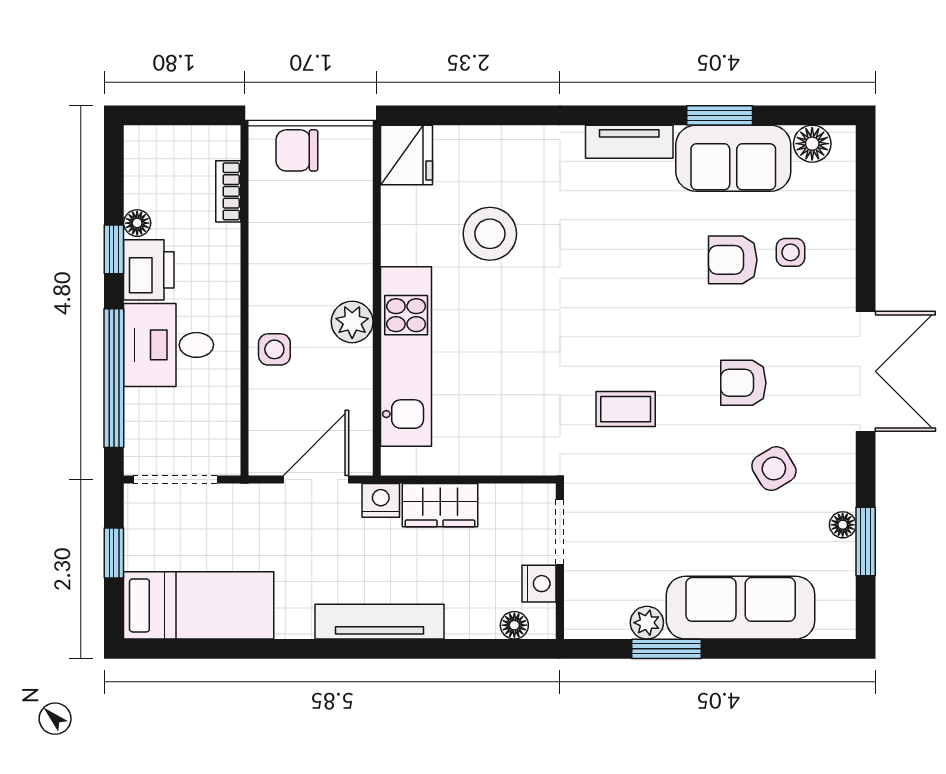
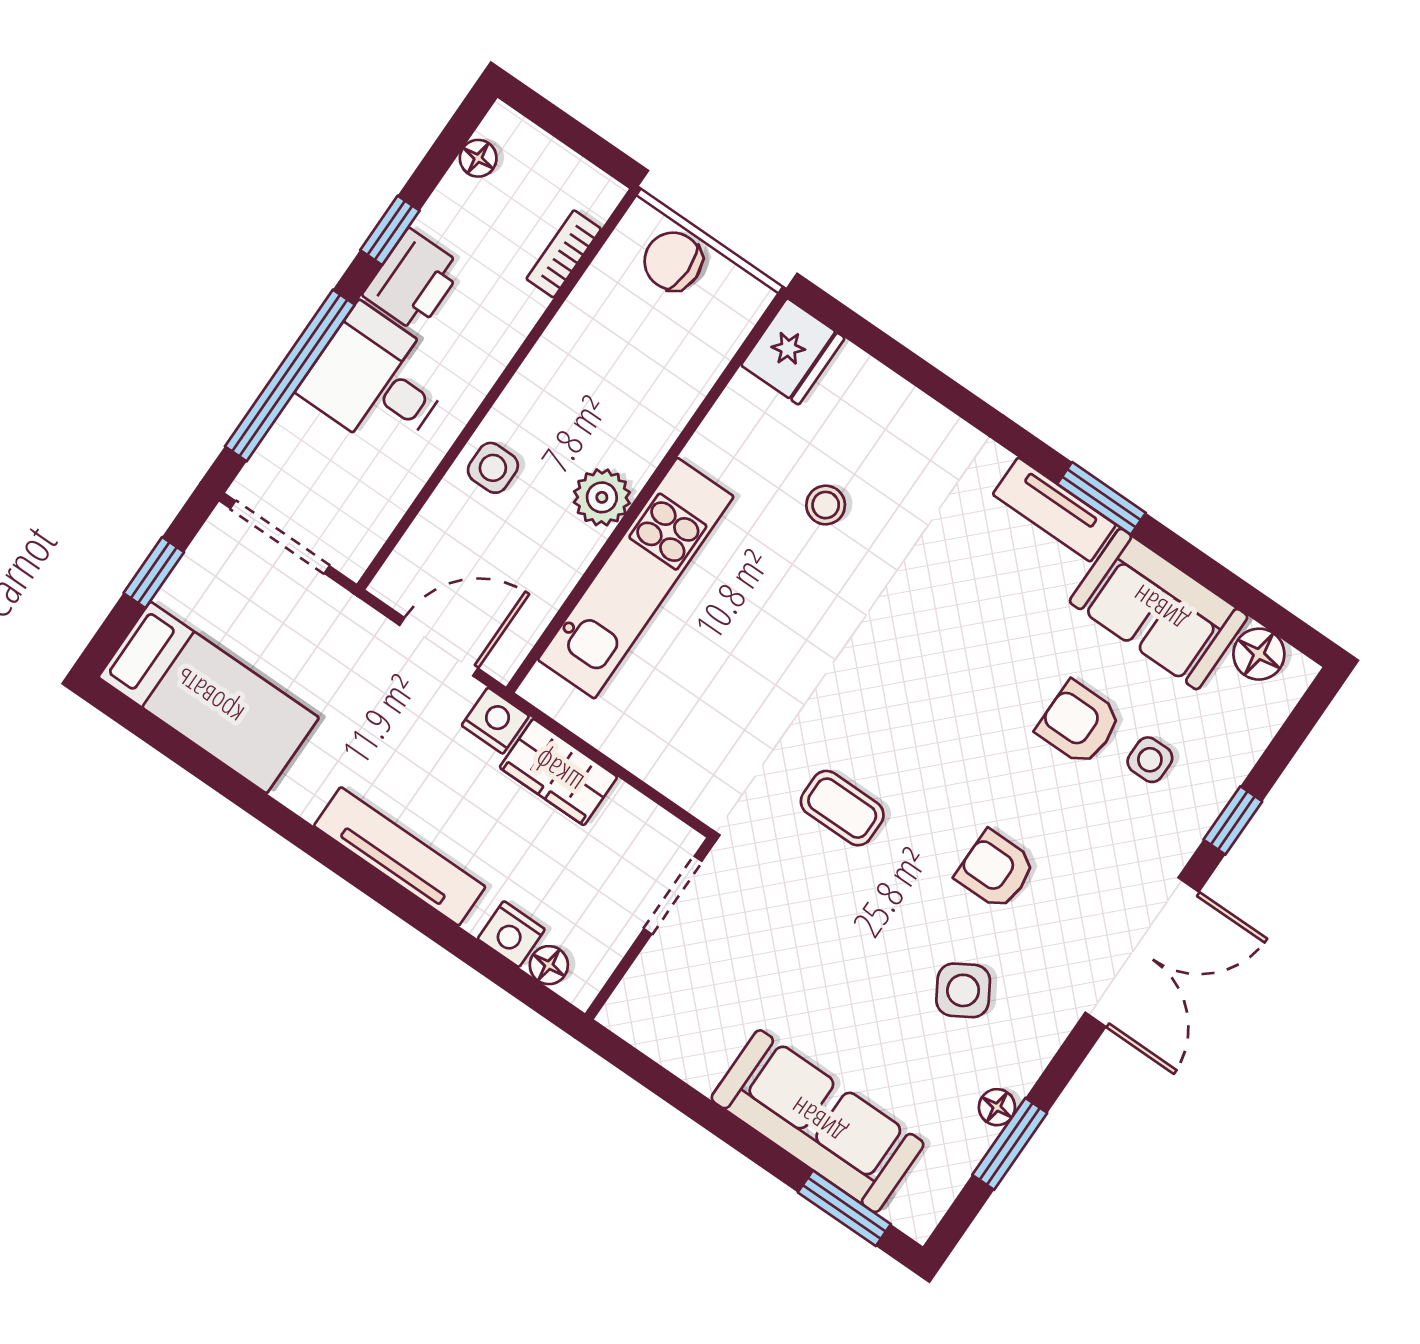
window: (720, 115) -> (1101, 498), moved
floor lamp: (137, 223) -> (478, 158), moved
stool: (490, 234) -> (826, 505), width x0.53, depth x0.53
window: (866, 254) -> (1233, 820), added
nightstand: (539, 584) -> (511, 934), moved, turned 90
plant: (647, 623) -> (700, 1065), removed
window: (666, 649) -> (844, 1208), moved

